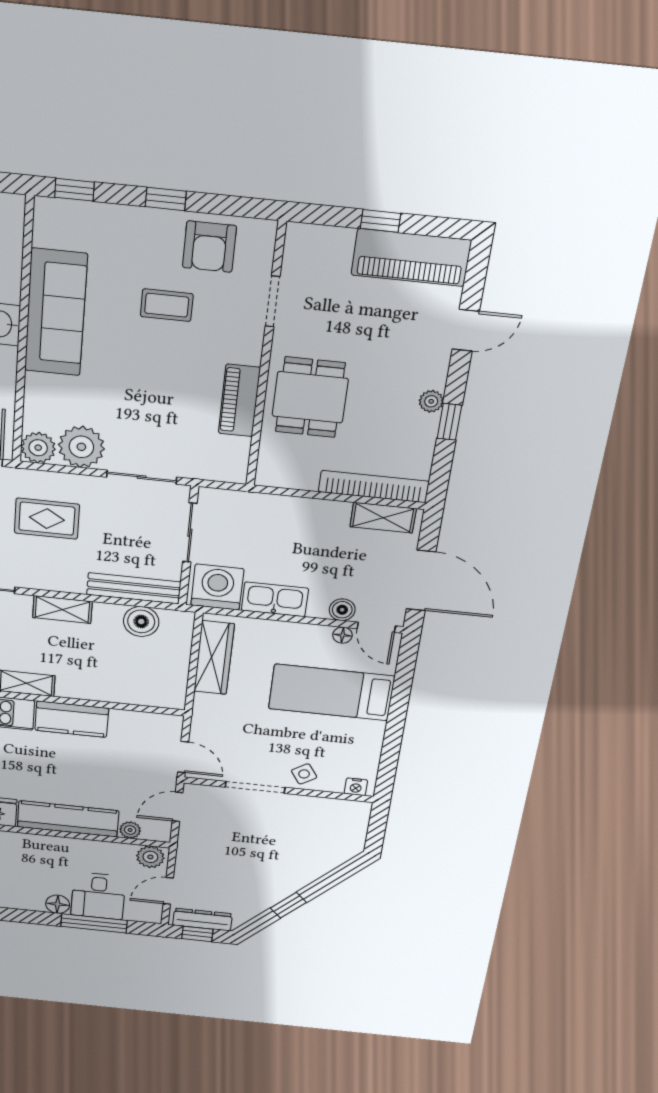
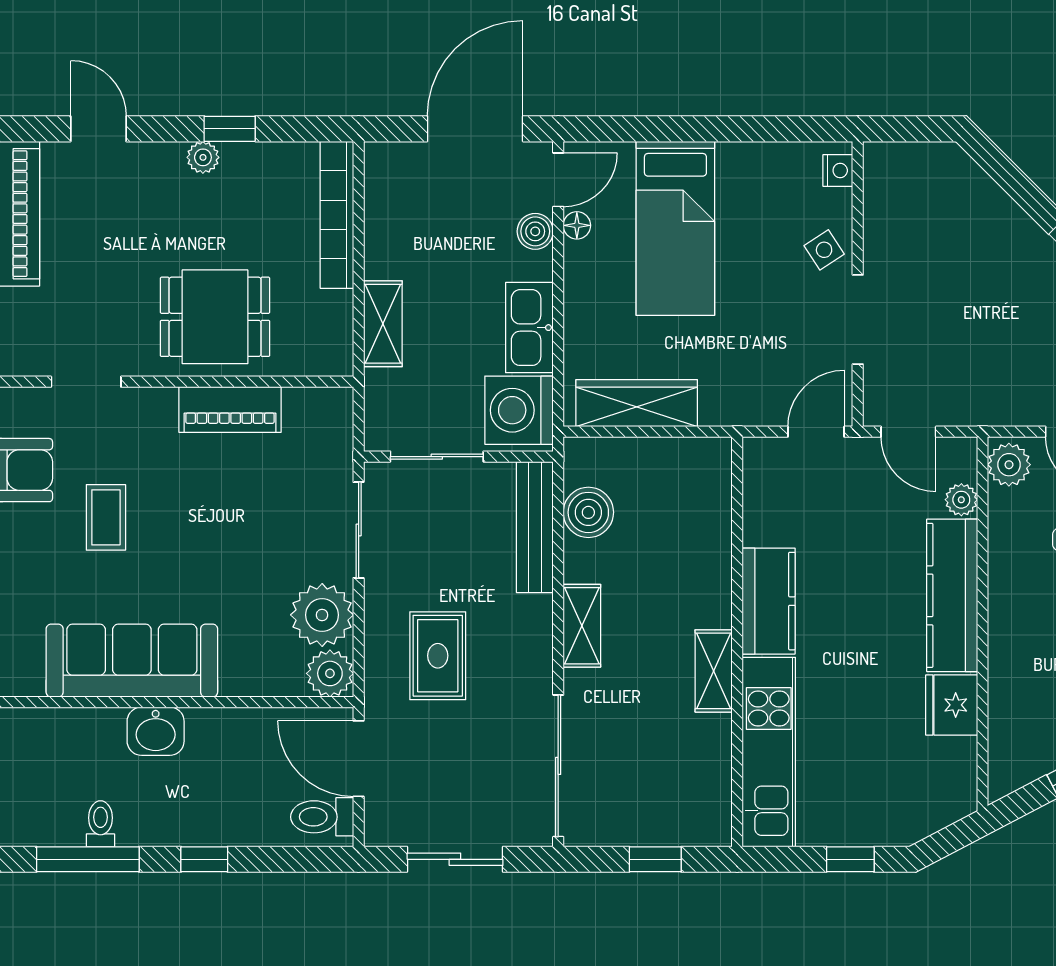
shelving: (383, 518) -> (383, 324), moved

